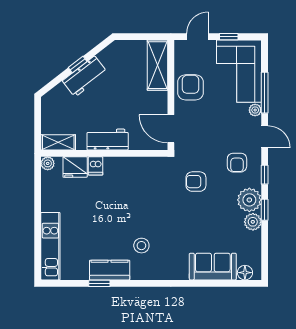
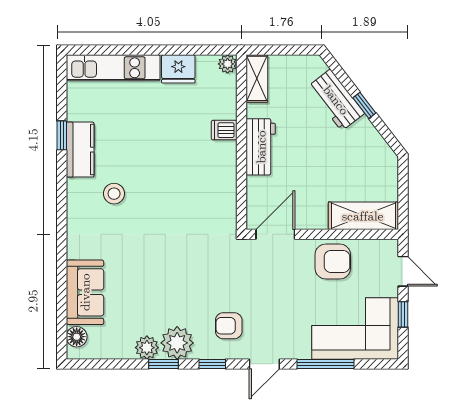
workbench: (85, 77) -> (336, 100), moved
plant: (255, 110) -> (301, 351), removed
fridge: (75, 167) -> (178, 69), moved, turned -90
armchair: (196, 182) -> (203, 269), removed

